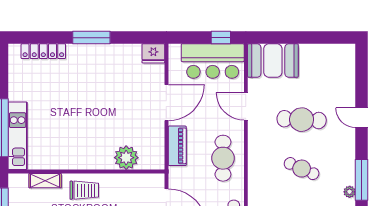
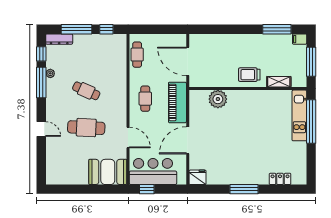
locker: (43, 51) -> (280, 179), width x0.66
piano: (177, 146) -> (177, 102), width x1.37, depth x1.33
cafe table: (223, 158) -> (145, 99), width x0.73, depth x0.74

